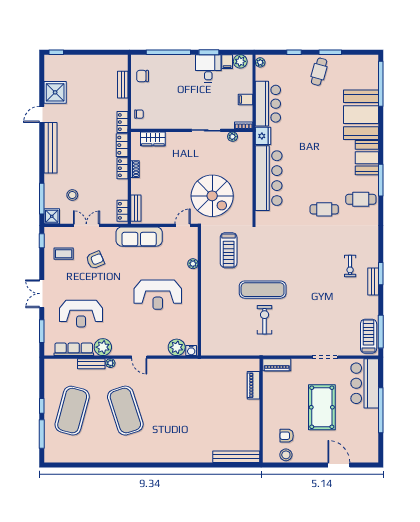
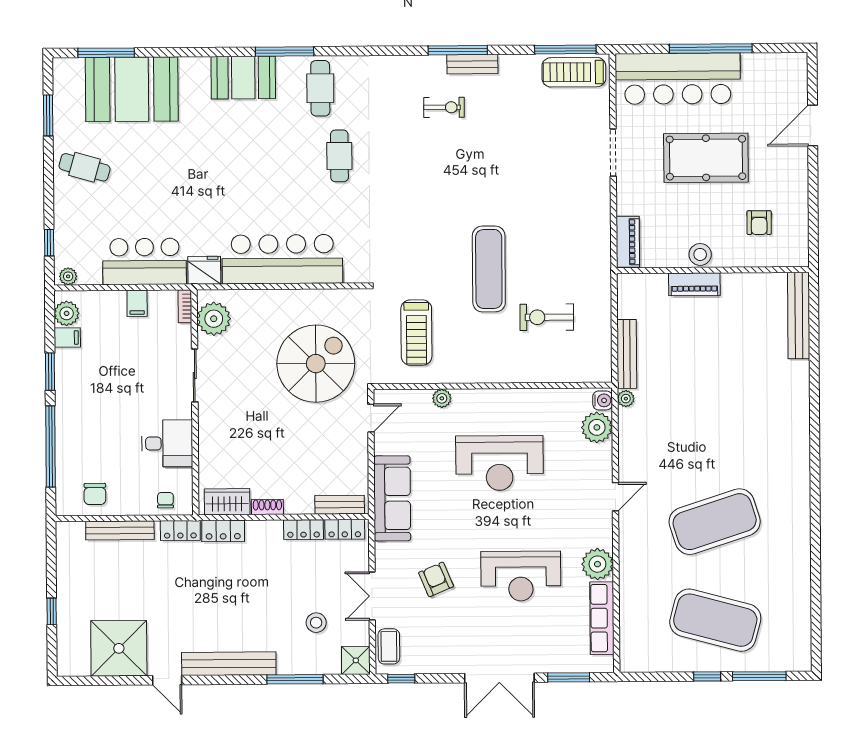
window: (56, 52) -> (52, 611), moved
window: (294, 52) -> (49, 243), moved
window: (330, 52) -> (48, 115), moved
desk: (208, 68) -> (167, 443), moved, turned 180
window: (381, 84) -> (106, 53), width x0.68
bench: (123, 85) -> (120, 530), width x1.36
shower: (55, 92) -> (119, 648), width x1.37, depth x1.37
booth: (361, 115) -> (132, 89), moved
plant: (233, 137) -> (214, 319), width x1.88, depth x1.88
wardrobe: (153, 139) -> (227, 502), moved, turned -90
locker: (123, 168) -> (303, 530), moved
window: (42, 199) -> (295, 679), moved
door: (183, 225) -> (371, 418), swing flipped
treadmill: (229, 250) -> (416, 333), turned 90
coffee table: (64, 254) -> (389, 646), moved
window: (381, 274) -> (458, 50), width x1.44
double door: (42, 294) -> (499, 678), width x1.37
reception desk: (158, 295) -> (499, 463), turned 90
reception desk: (81, 314) -> (521, 576), moved, turned 90
exercise bike: (265, 320) -> (547, 317), moved
plant: (110, 363) -> (626, 399), moved
bench: (91, 364) -> (627, 354), moved, width x1.36
bar counter: (365, 383) -> (678, 79), width x1.36
piano: (254, 385) -> (694, 284), moved
stool: (286, 455) -> (700, 254), moved

